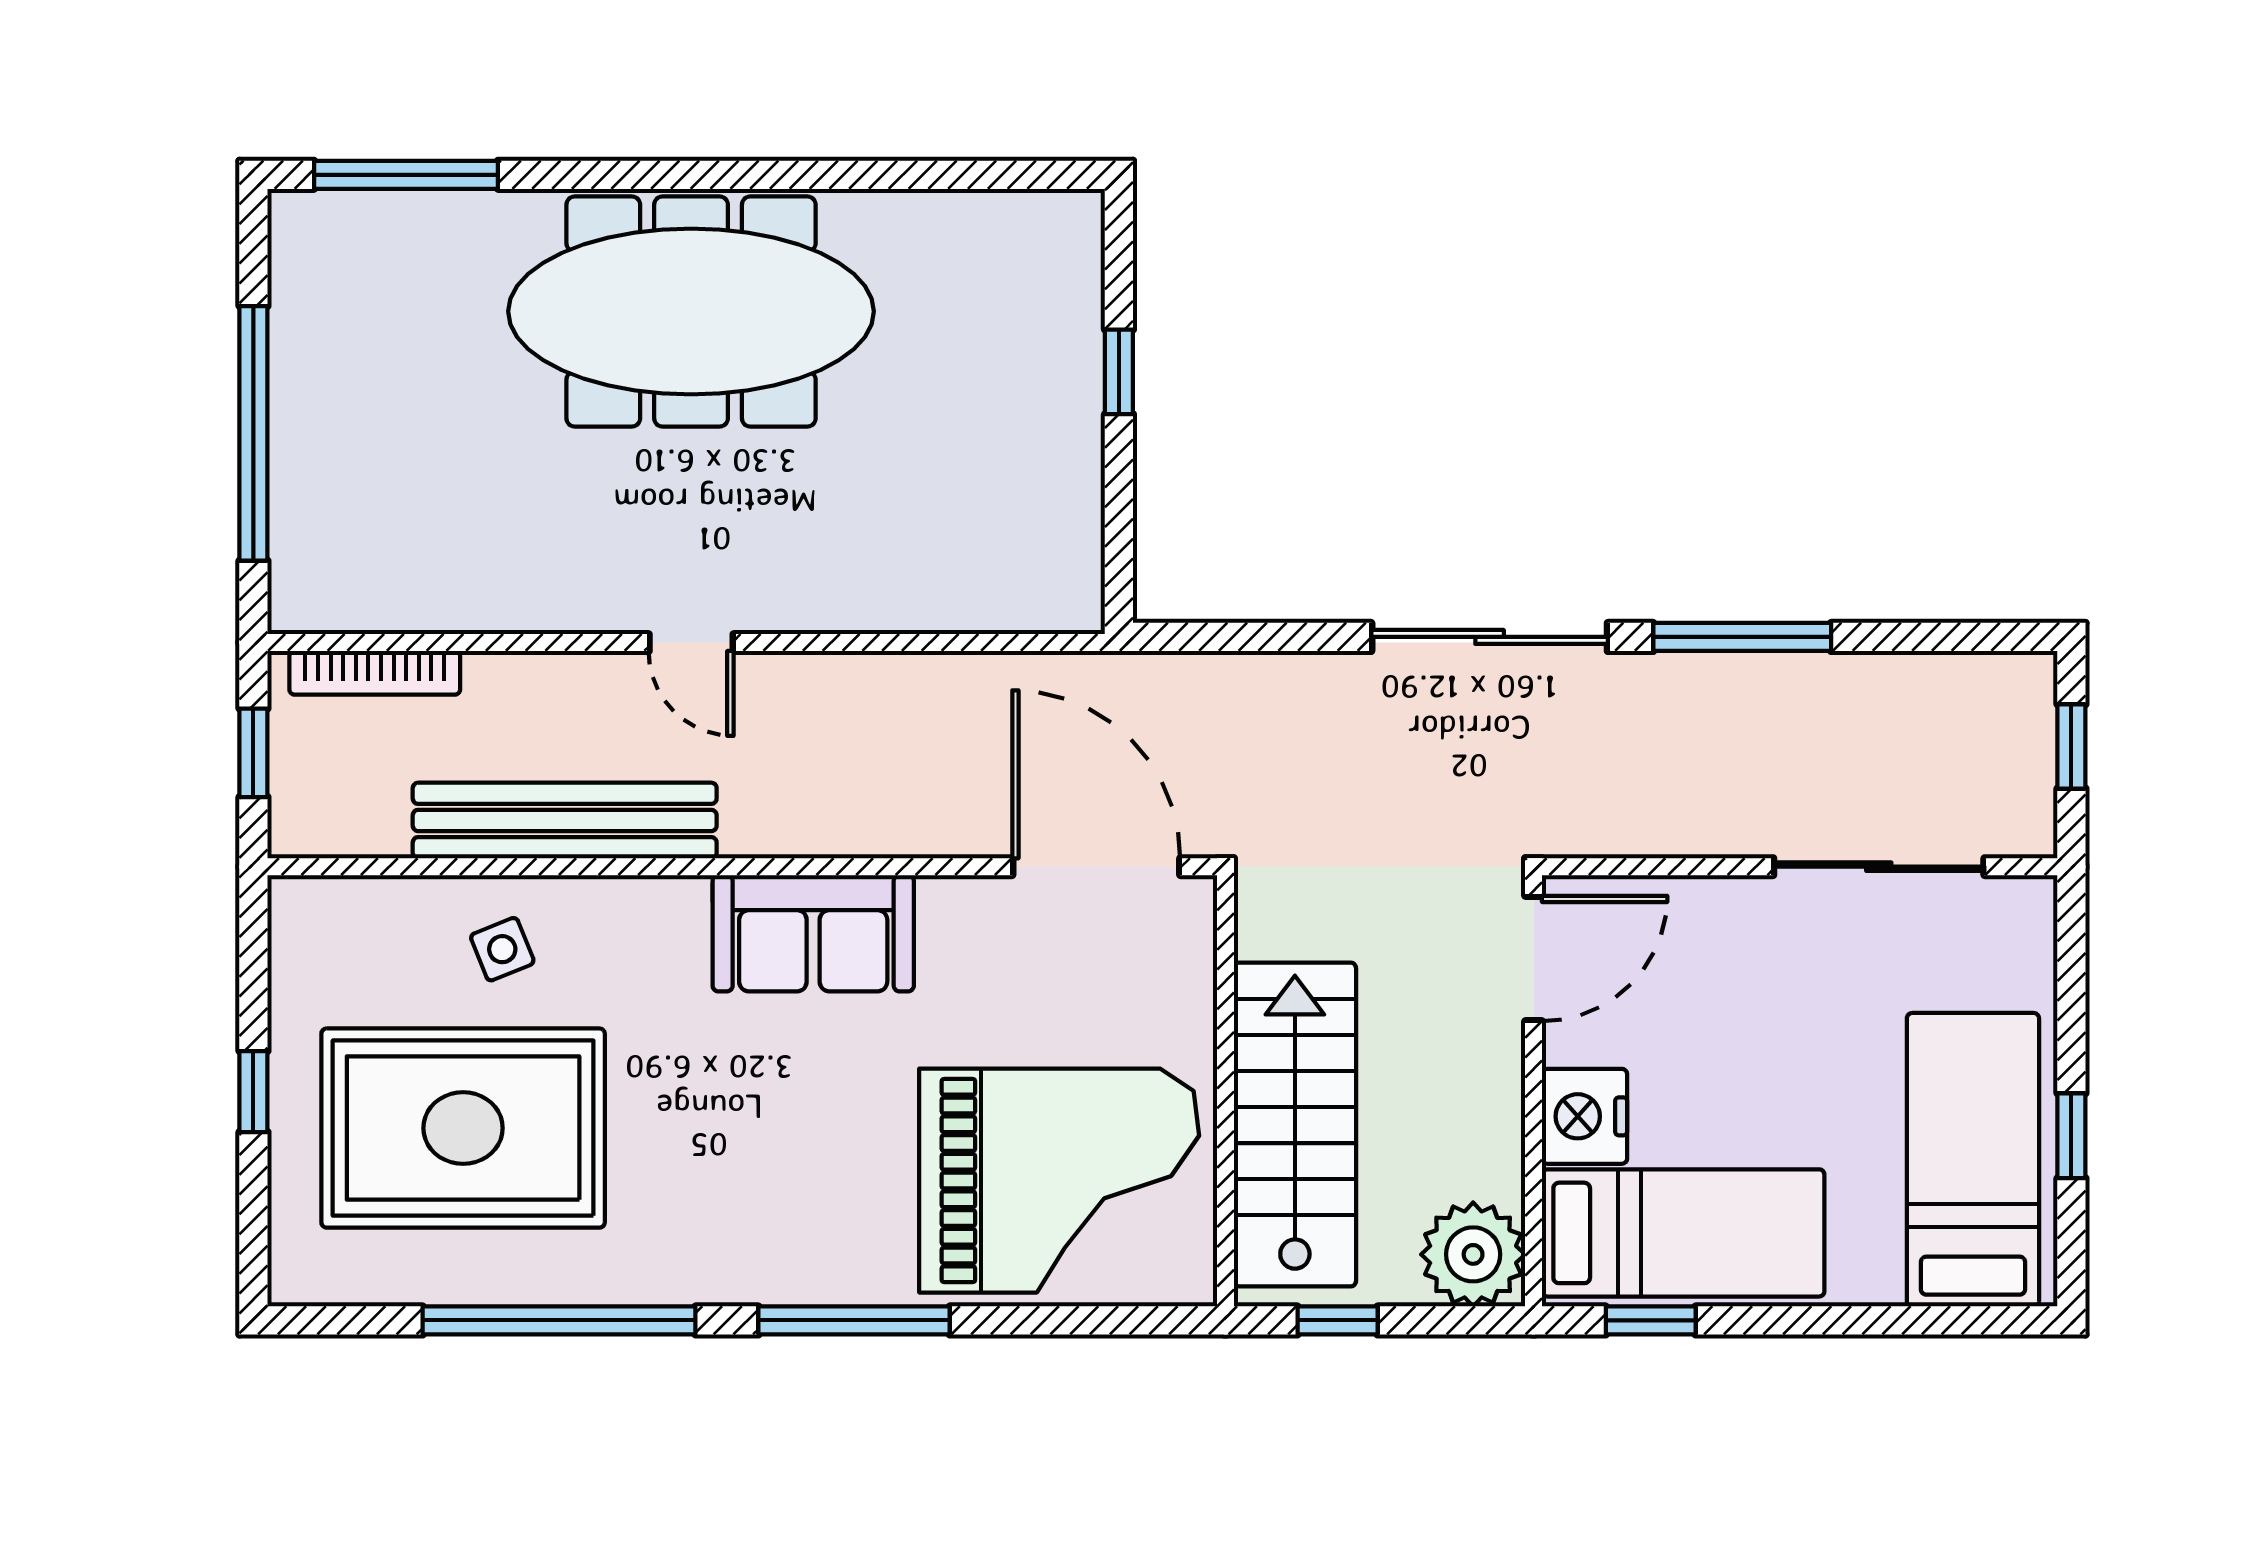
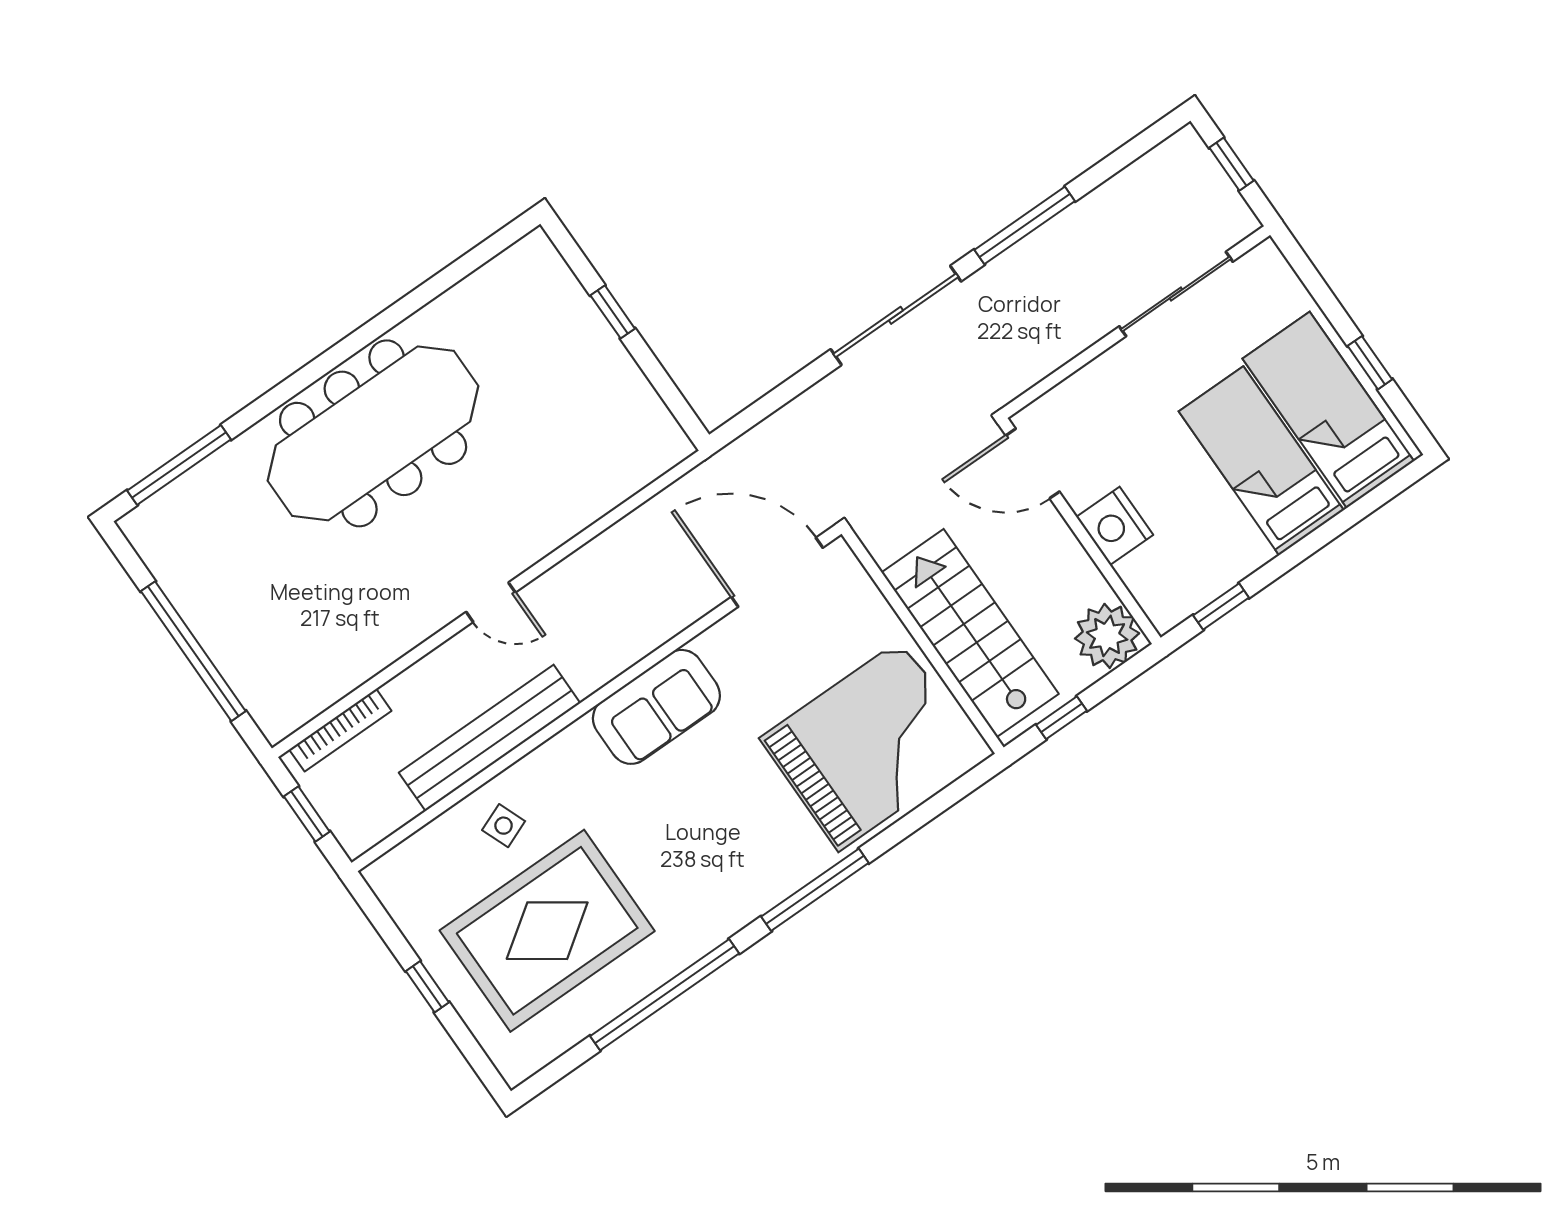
door: (1534, 958) -> (1033, 464), swing flipped
bed: (1683, 1233) -> (1261, 461), moved, turned -90

